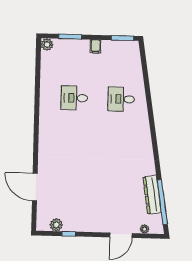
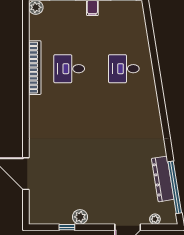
bookcase: (45, 96) -> (35, 68), added
plant: (56, 225) -> (80, 217), moved

